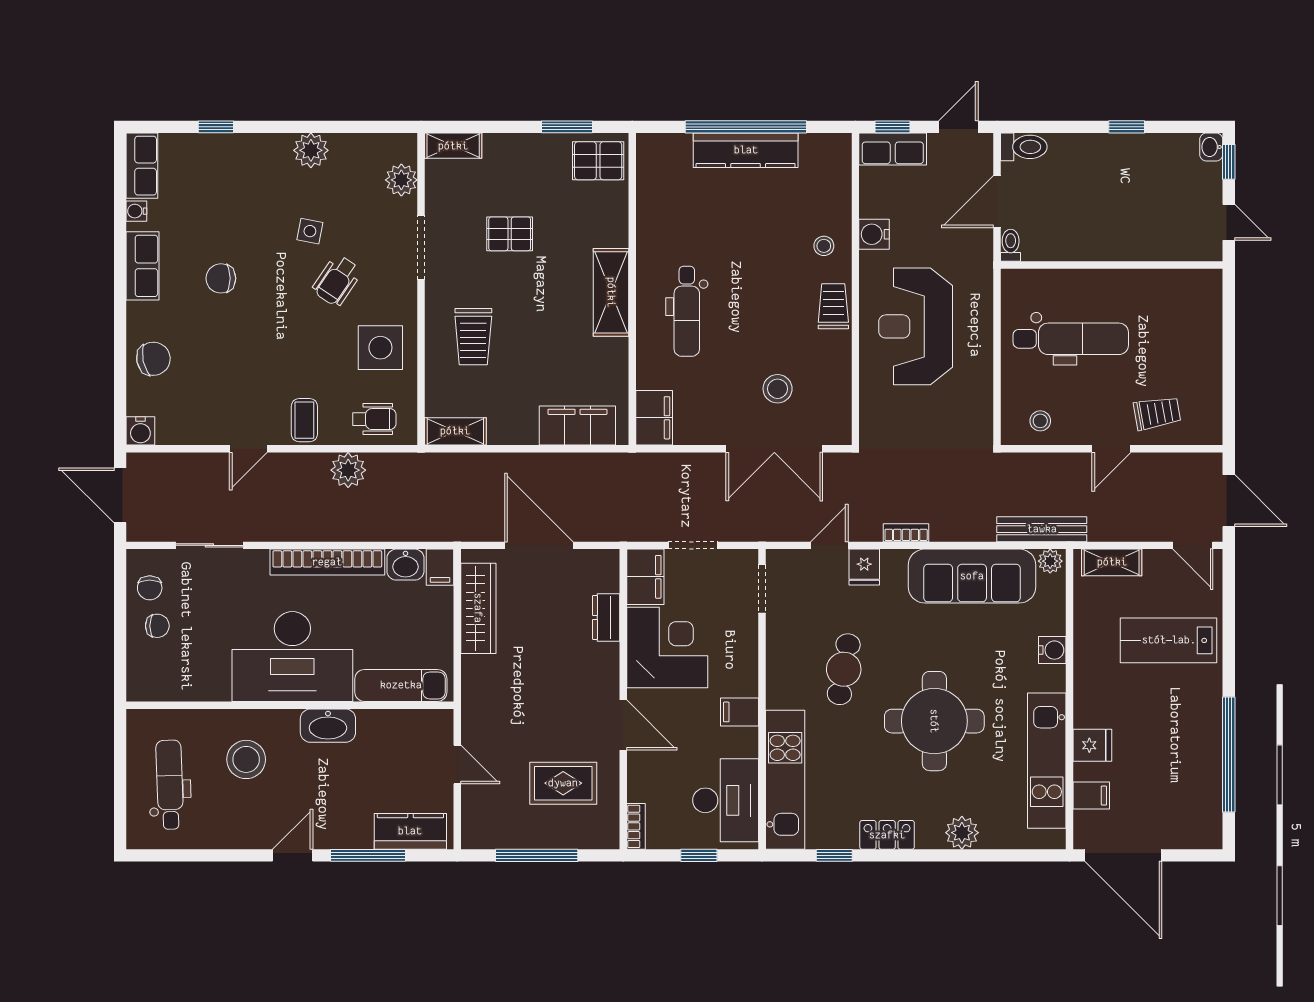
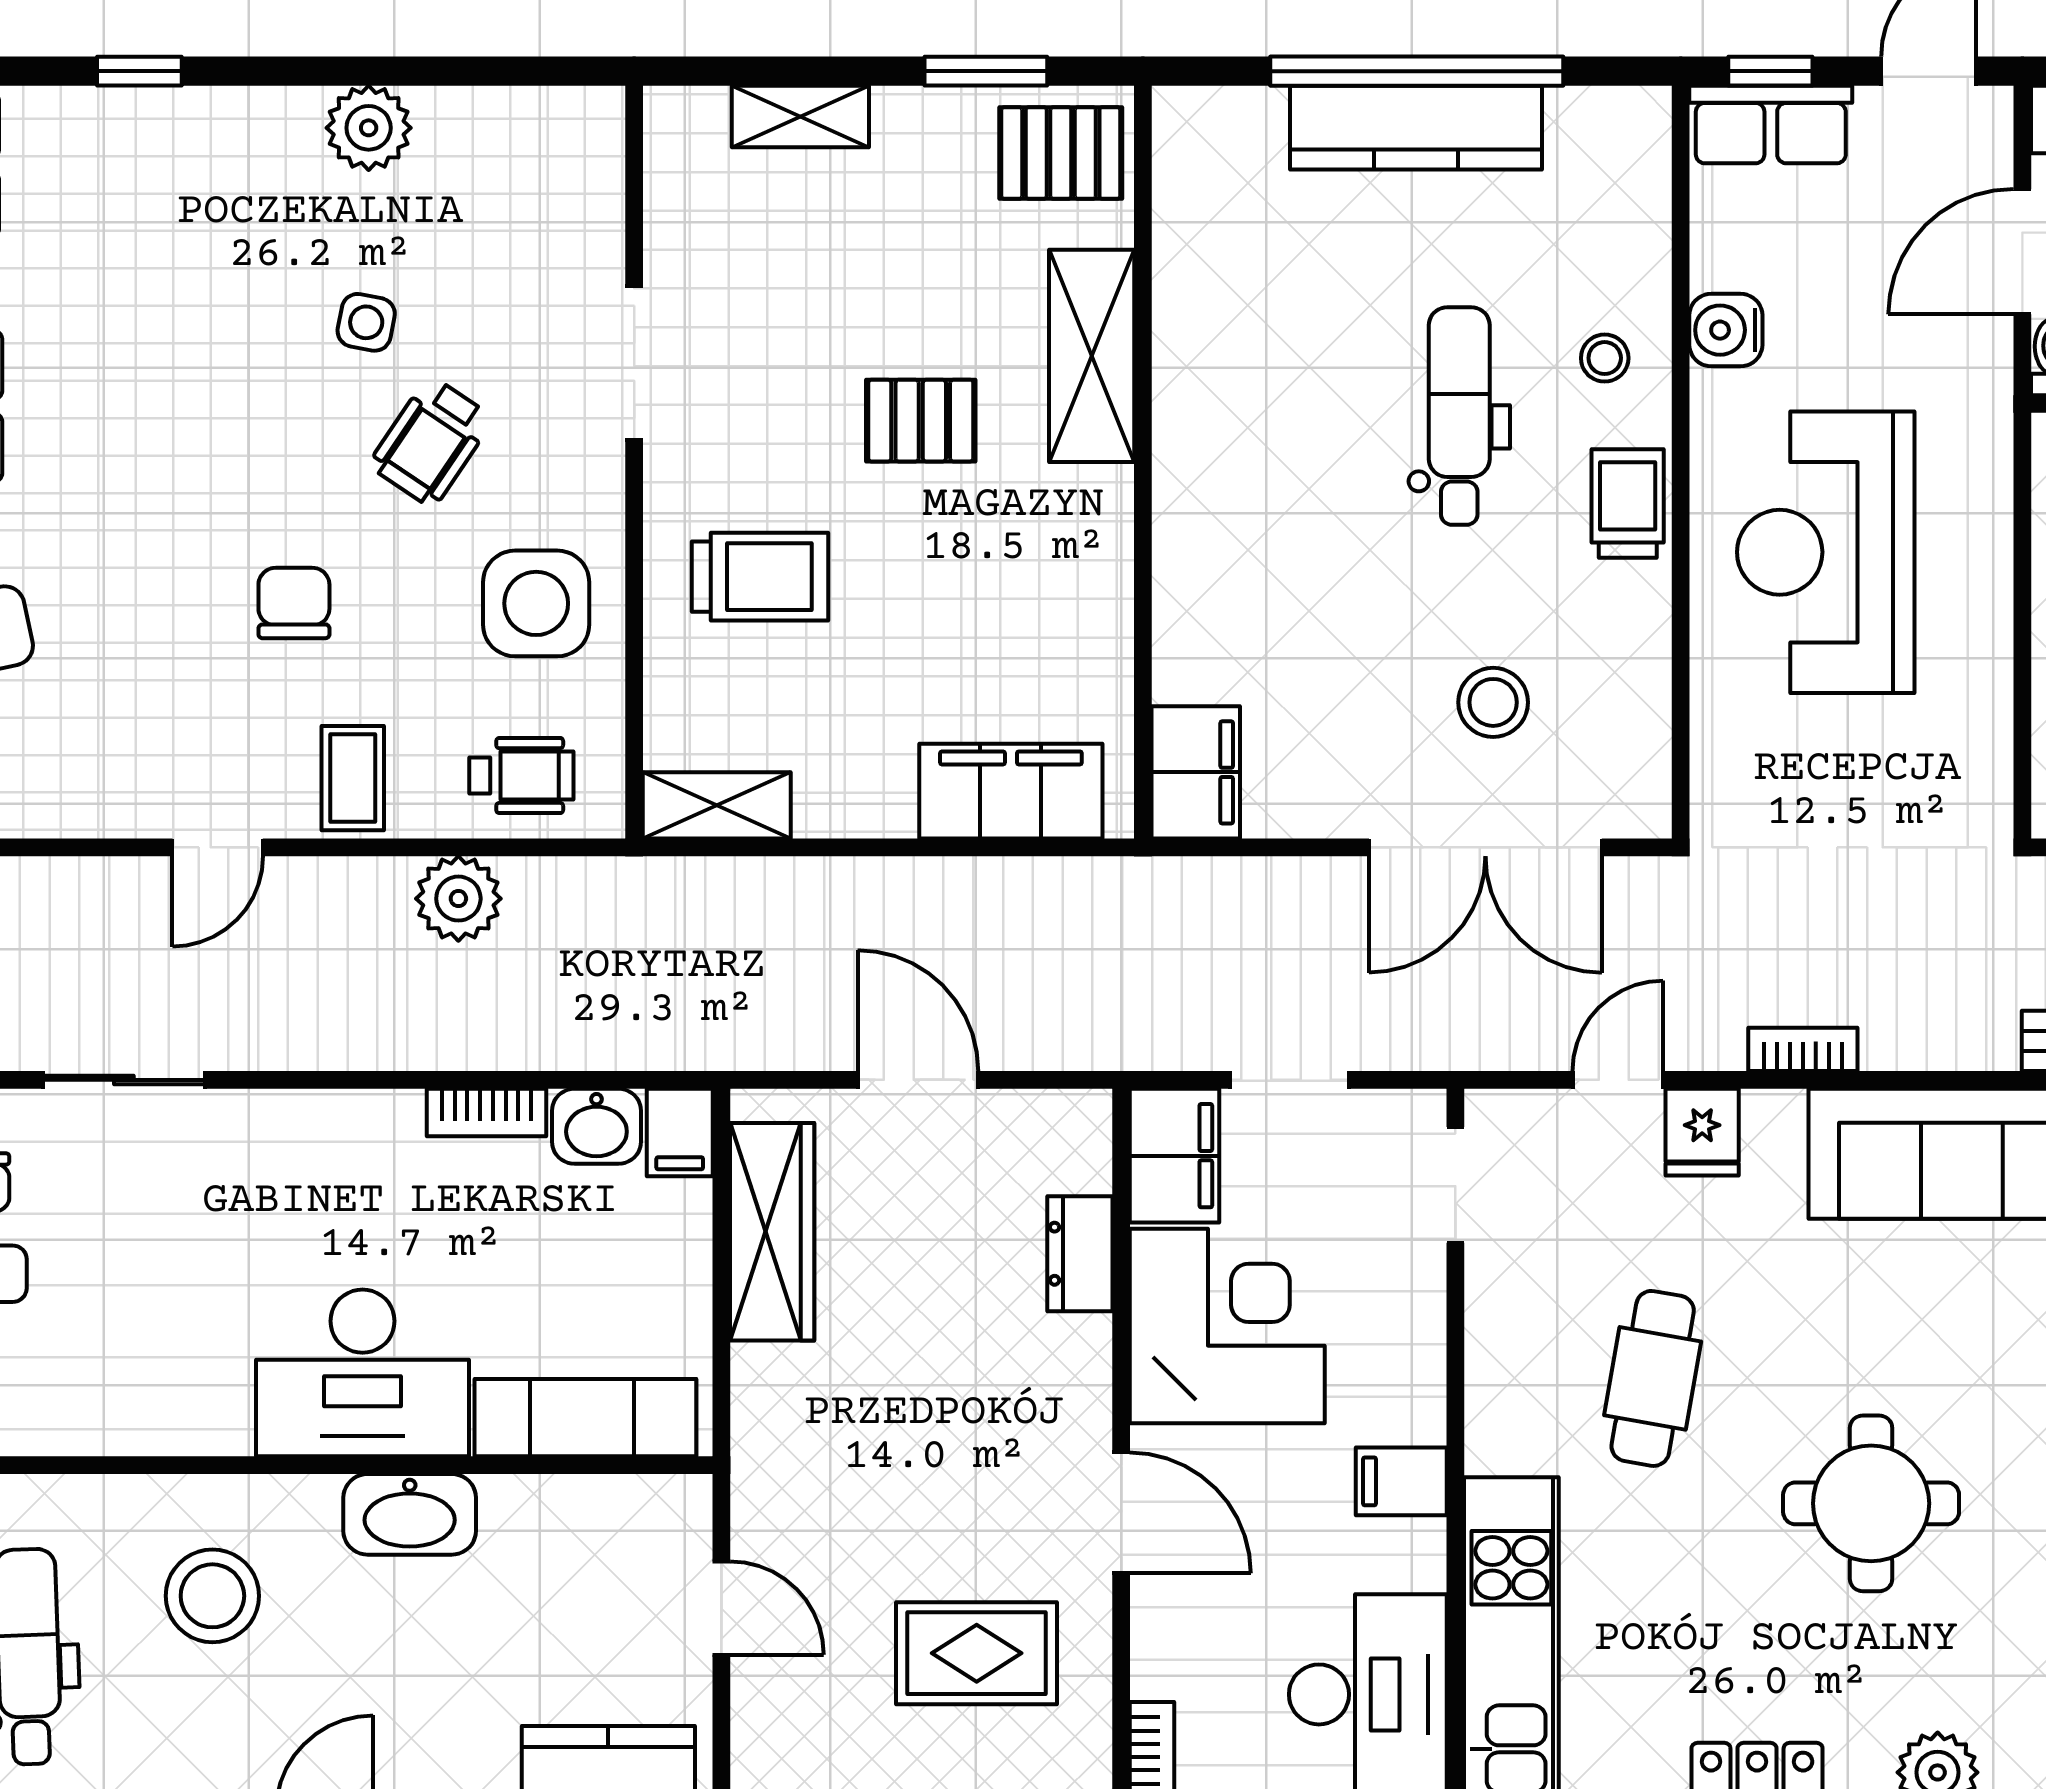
shelving: (453, 146) -> (800, 116), moved
plant: (401, 180) -> (587, 199), removed
pallet: (510, 234) -> (921, 421), moved
chair: (221, 278) -> (294, 603), moved, turned 90
shelving: (611, 292) -> (1092, 356), moved
dental chair: (687, 311) -> (1459, 416), moved, turned 180
trolley: (473, 337) -> (760, 577), turned -90
door: (539, 545) -> (918, 1080), width x0.73
bookcase: (327, 562) -> (486, 1113), width x0.43, depth x0.76
desk: (292, 657) -> (363, 1373), width x0.73, depth x0.77
round table: (934, 721) -> (1871, 1503), width x0.73, depth x0.73

